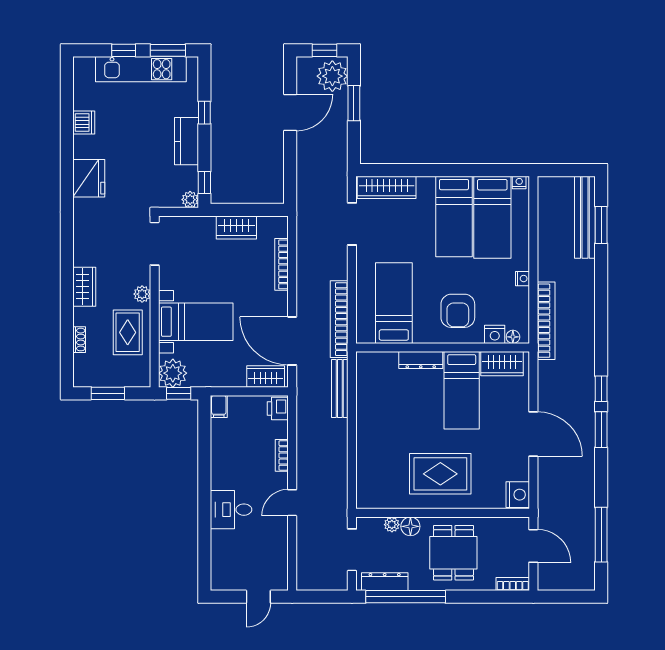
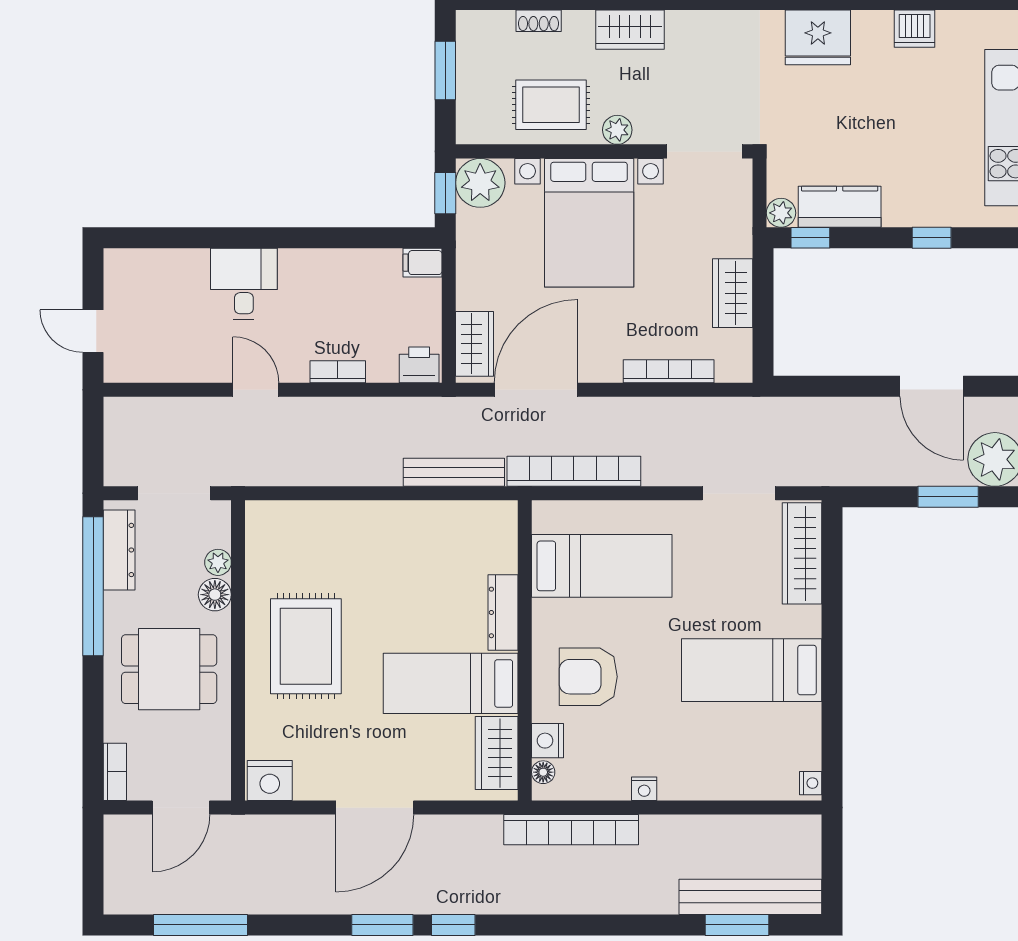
kitchen counter: (187, 141) -> (840, 207), moved
bed: (492, 217) -> (750, 736), removed
bed with nightstands: (196, 322) -> (589, 223), width x1.36

